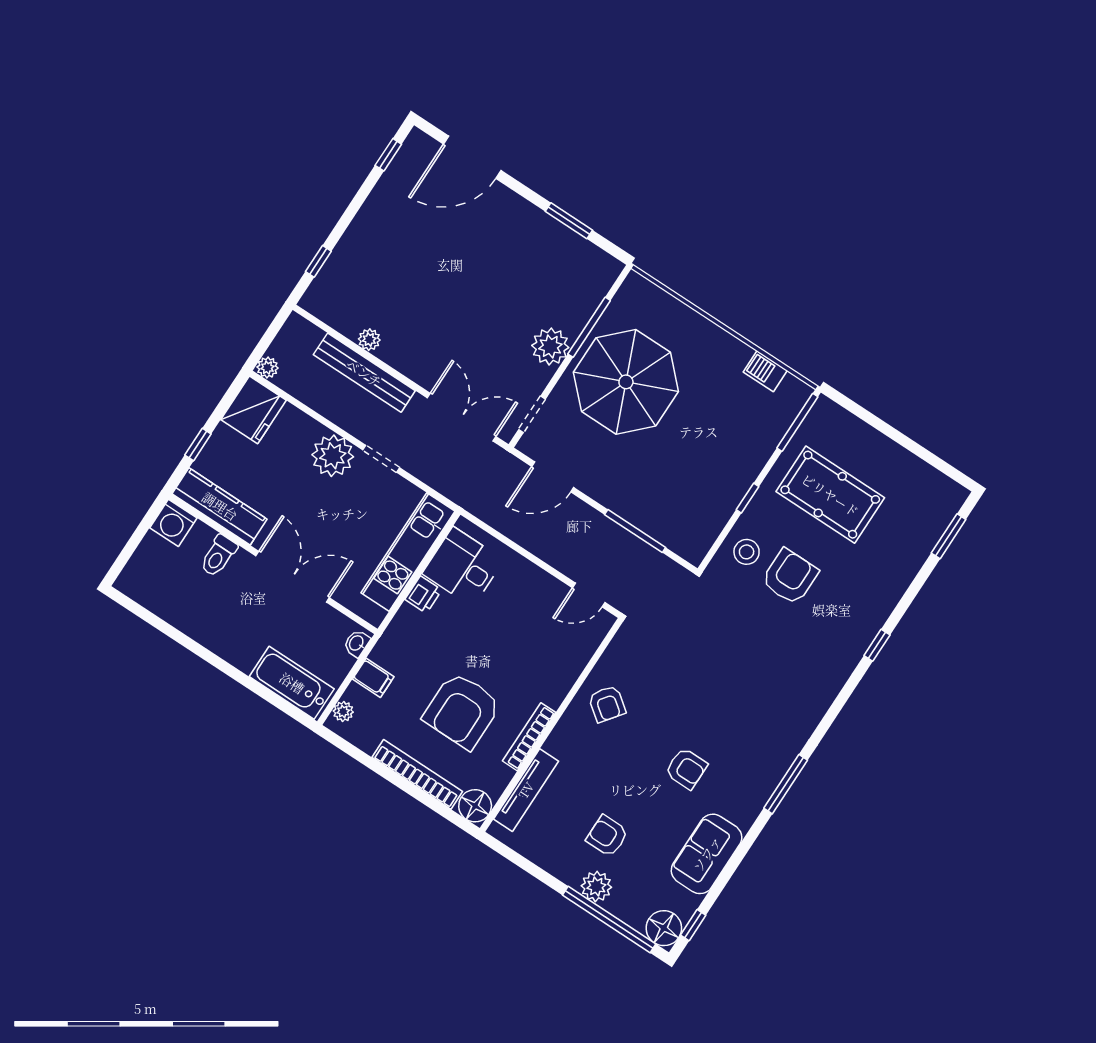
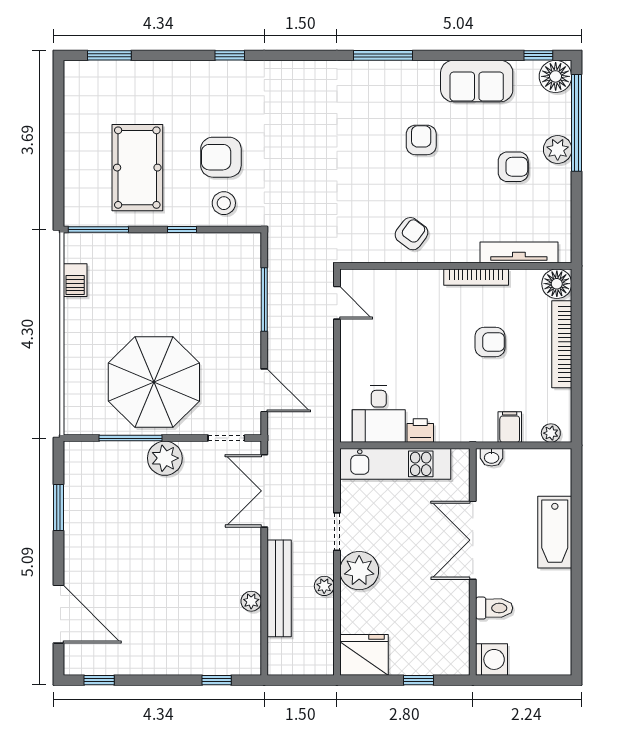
plant: (267, 368) -> (324, 586), moved
kitchen counter: (220, 506) -> (455, 632), removed
bathtub: (292, 683) -> (555, 532), moved
armchair: (462, 711) -> (490, 342), width x0.53, depth x0.53
armchair: (607, 836) -> (513, 167), turned -90

